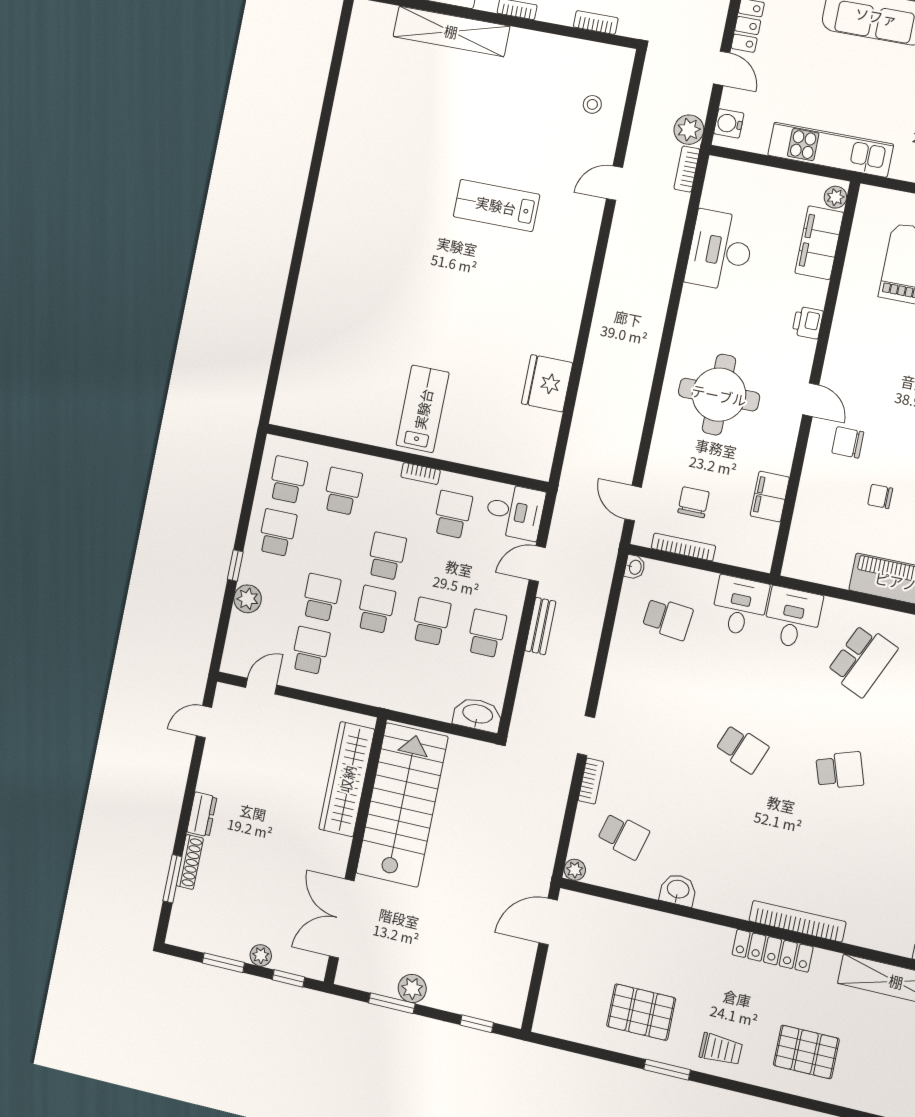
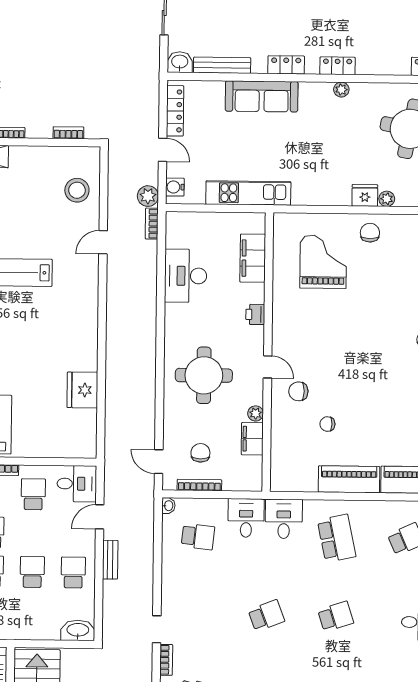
stool: (592, 104) -> (77, 190), width x1.89, depth x1.89
plant: (835, 197) -> (256, 413), moved
school desk: (862, 660) -> (337, 538), turned -36
school desk: (742, 749) -> (266, 616), turned -42

